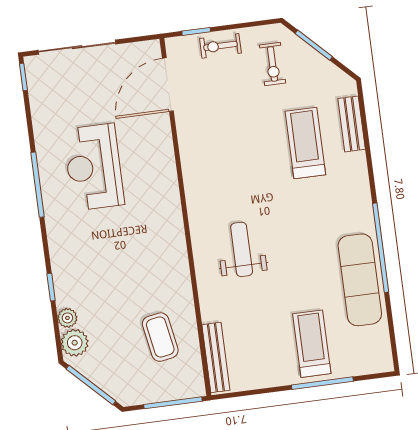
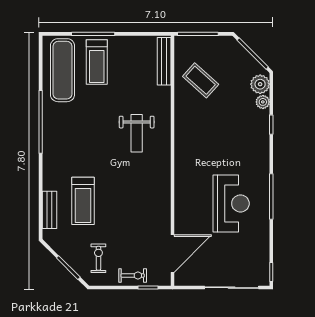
exercise mat: (360, 280) -> (62, 70), moved
coffee table: (160, 337) -> (201, 80), turned -38

